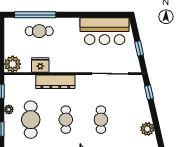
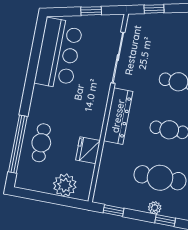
plant: (13, 64) -> (65, 185), moved
dresser: (55, 82) -> (118, 116), moved
plant: (9, 110) -> (155, 208), moved

